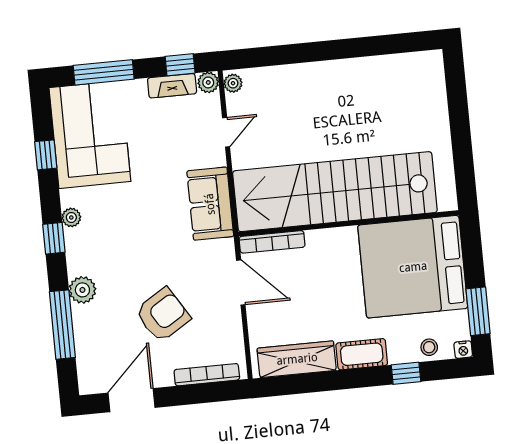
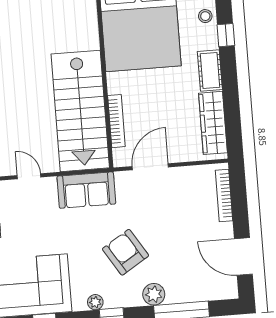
stairs: (335, 192) -> (80, 111), width x0.73
bookcase: (272, 242) -> (116, 121), moved
armchair: (163, 315) -> (126, 252), moved

